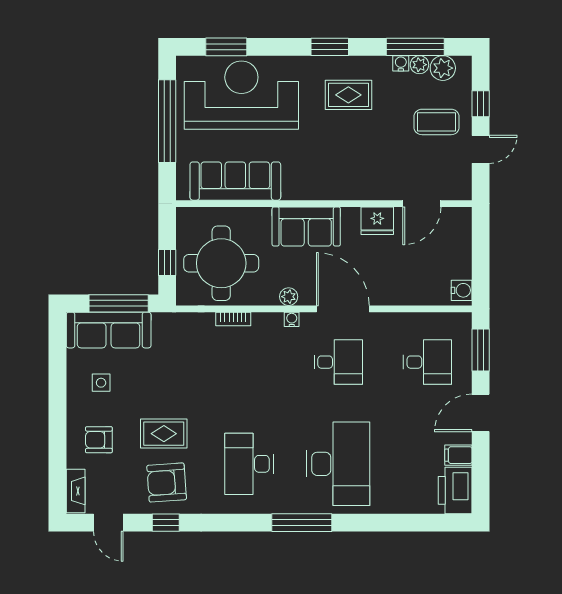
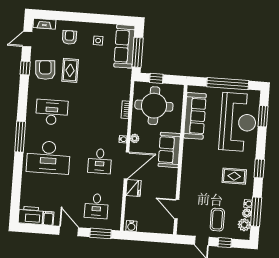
rug: (348, 95) -> (234, 176), turned 90
fridge: (377, 221) -> (133, 188), moved, turned 180

